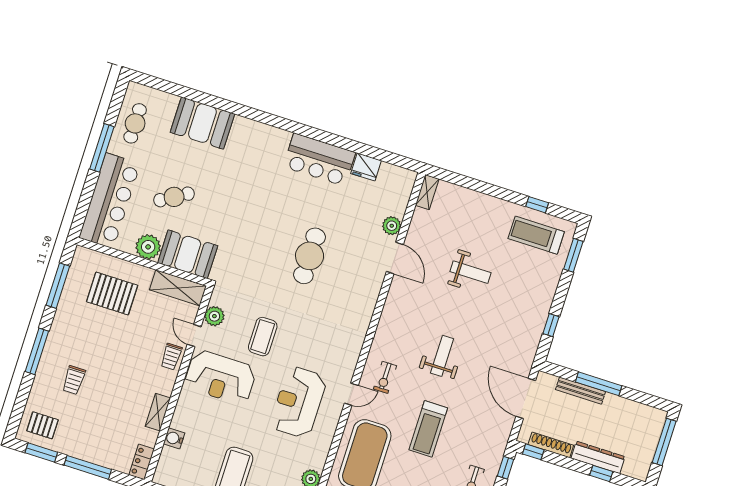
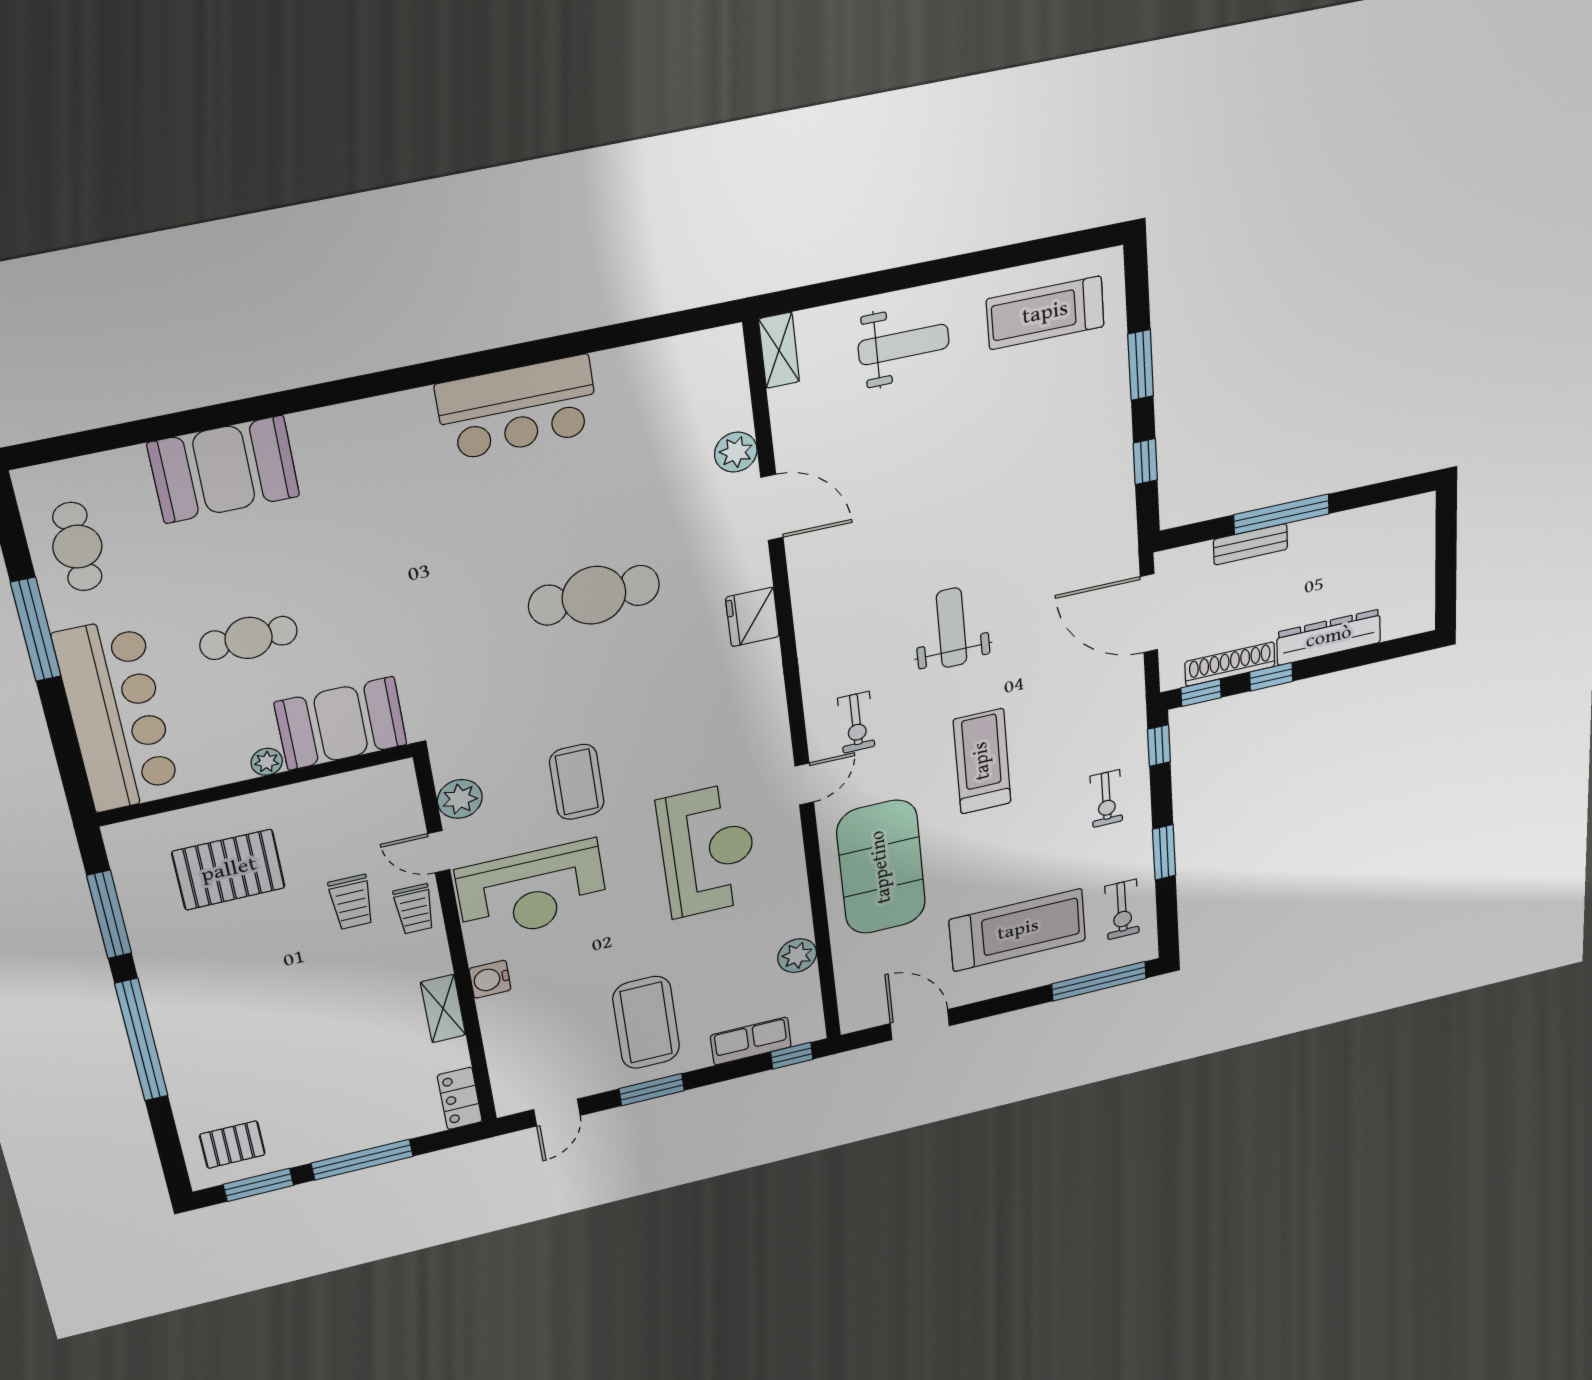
fridge: (366, 167) -> (752, 617), moved, turned 90
cafe table: (174, 197) -> (249, 638), turned 31
window: (537, 205) -> (1022, 254), removed
plant: (148, 247) -> (267, 762), width x0.53, depth x0.53
window: (573, 255) -> (1141, 365), moved
cafe table: (310, 256) -> (594, 595), turned 90
weight bench: (470, 272) -> (904, 345), moved
shelving: (178, 288) -> (357, 791), removed
window: (37, 351) -> (141, 1040), width x1.46
trolley: (74, 380) -> (351, 902), moved
bench: (580, 391) -> (1250, 544), width x0.73
reception desk: (298, 402) -> (708, 850), turned 180
treadmill: (428, 429) -> (982, 761), turned 180
water cooler: (174, 438) -> (490, 979), moved
window: (664, 442) -> (1446, 546), removed
window: (601, 473) -> (1271, 677), moved

